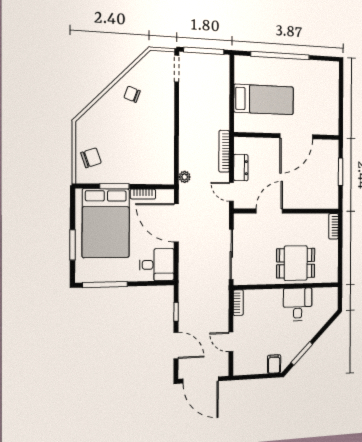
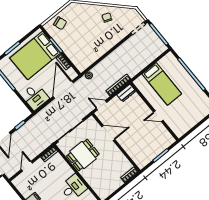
door: (296, 136) -> (158, 116), width x0.53
dresser: (241, 168) -> (126, 93), moved
door: (231, 192) -> (101, 105), hinge flipped
dining table: (296, 263) -> (83, 155), moved, turned 90

